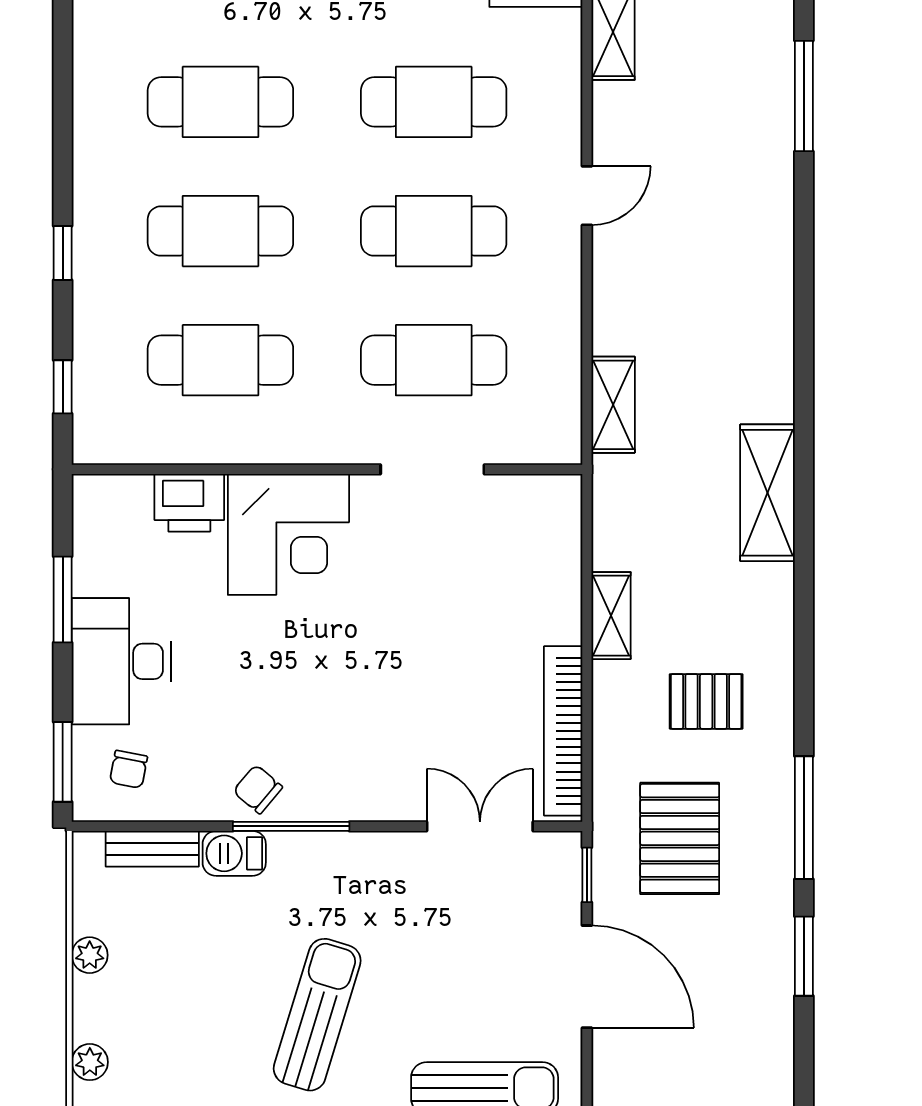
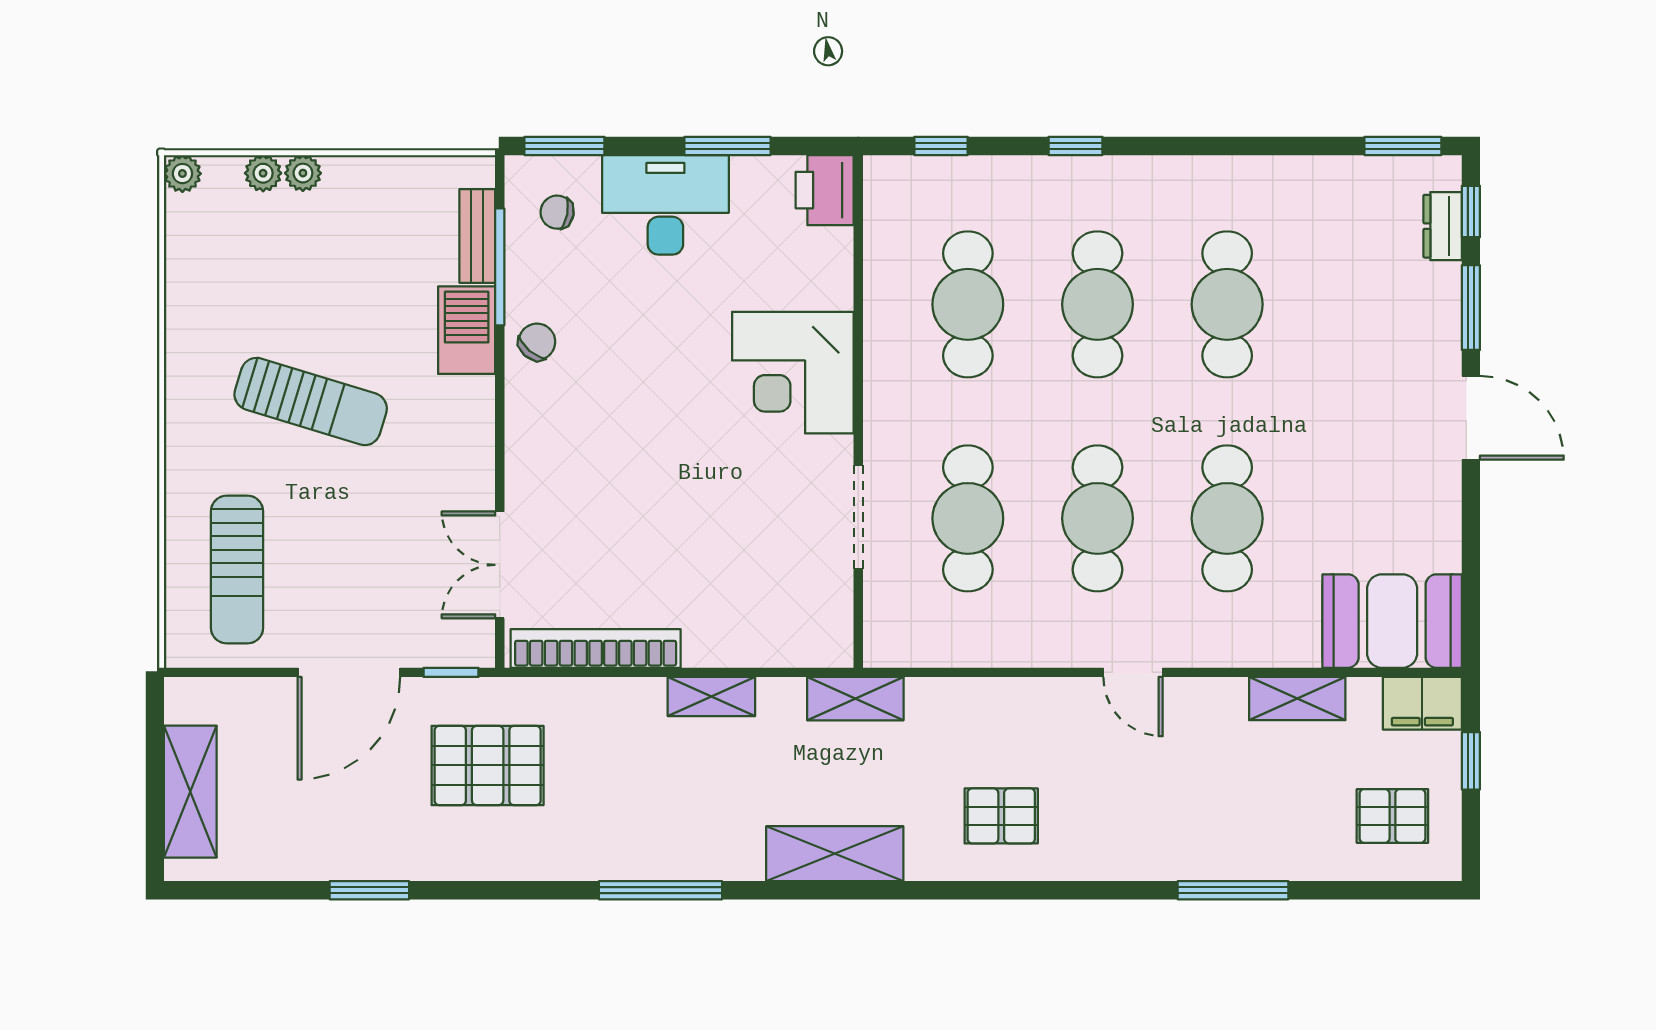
shelving: (613, 405) -> (855, 699), moved
printer: (189, 503) -> (825, 190), moved
pallet: (706, 701) -> (1001, 816), moved, turned 90
window: (804, 818) -> (660, 890), moved
window: (291, 826) -> (500, 267), moved
double door: (480, 826) -> (500, 565), swing flipped
barbecue: (234, 853) -> (467, 330), width x1.38, depth x1.27
plant: (90, 955) -> (303, 173), moved

